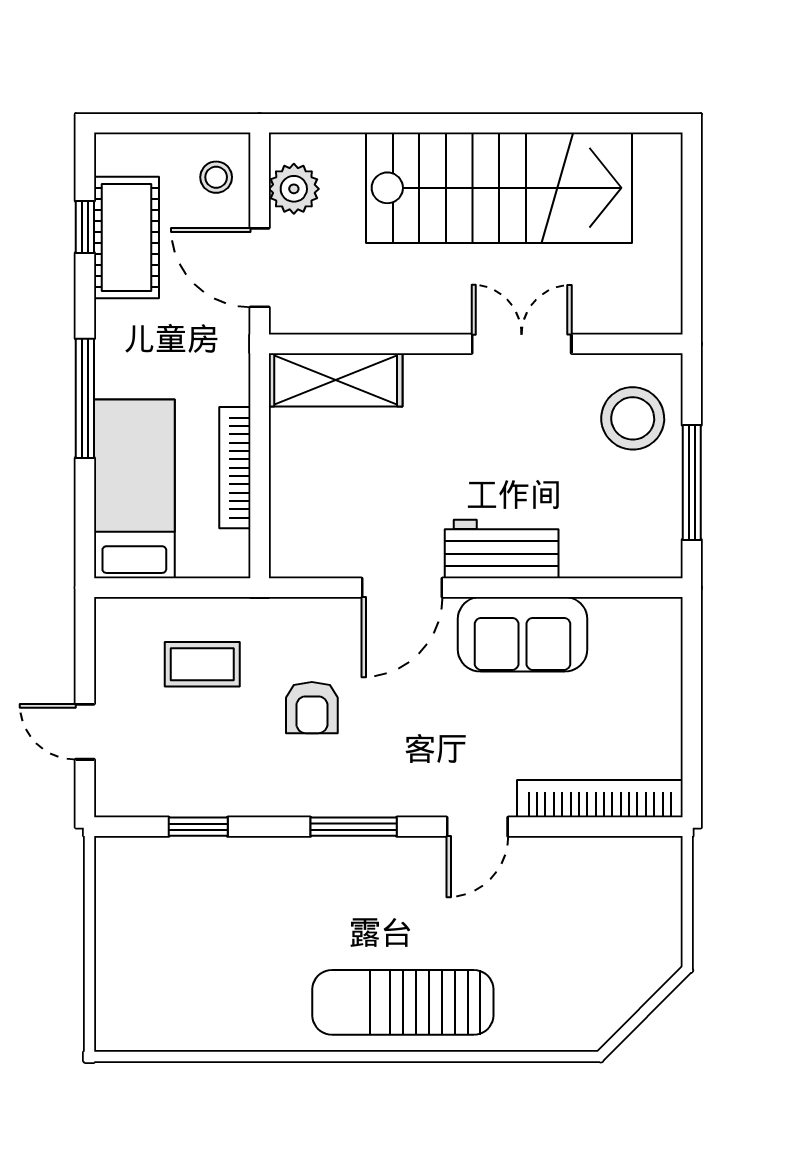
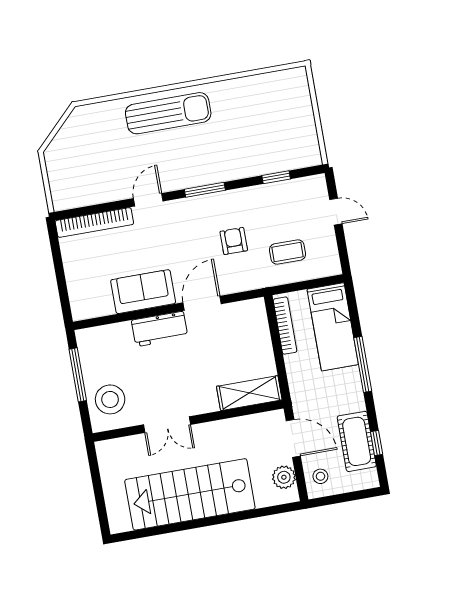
bookcase: (235, 468) -> (285, 326), moved

